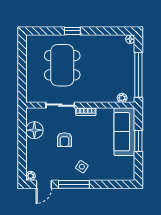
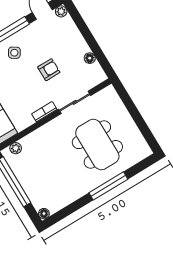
window: (72, 31) -> (108, 186), width x2.17
floor lamp: (34, 130) -> (90, 58), width x0.53, depth x0.53
armchair: (65, 140) -> (49, 70), turned 90

